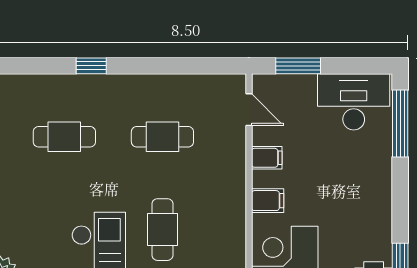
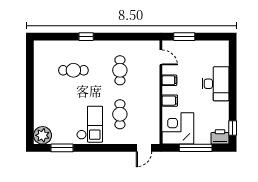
desk: (354, 102) -> (216, 84), moved, turned 90
window: (400, 124) -> (233, 64), removed
cafe table: (162, 137) -> (120, 70), turned 90

